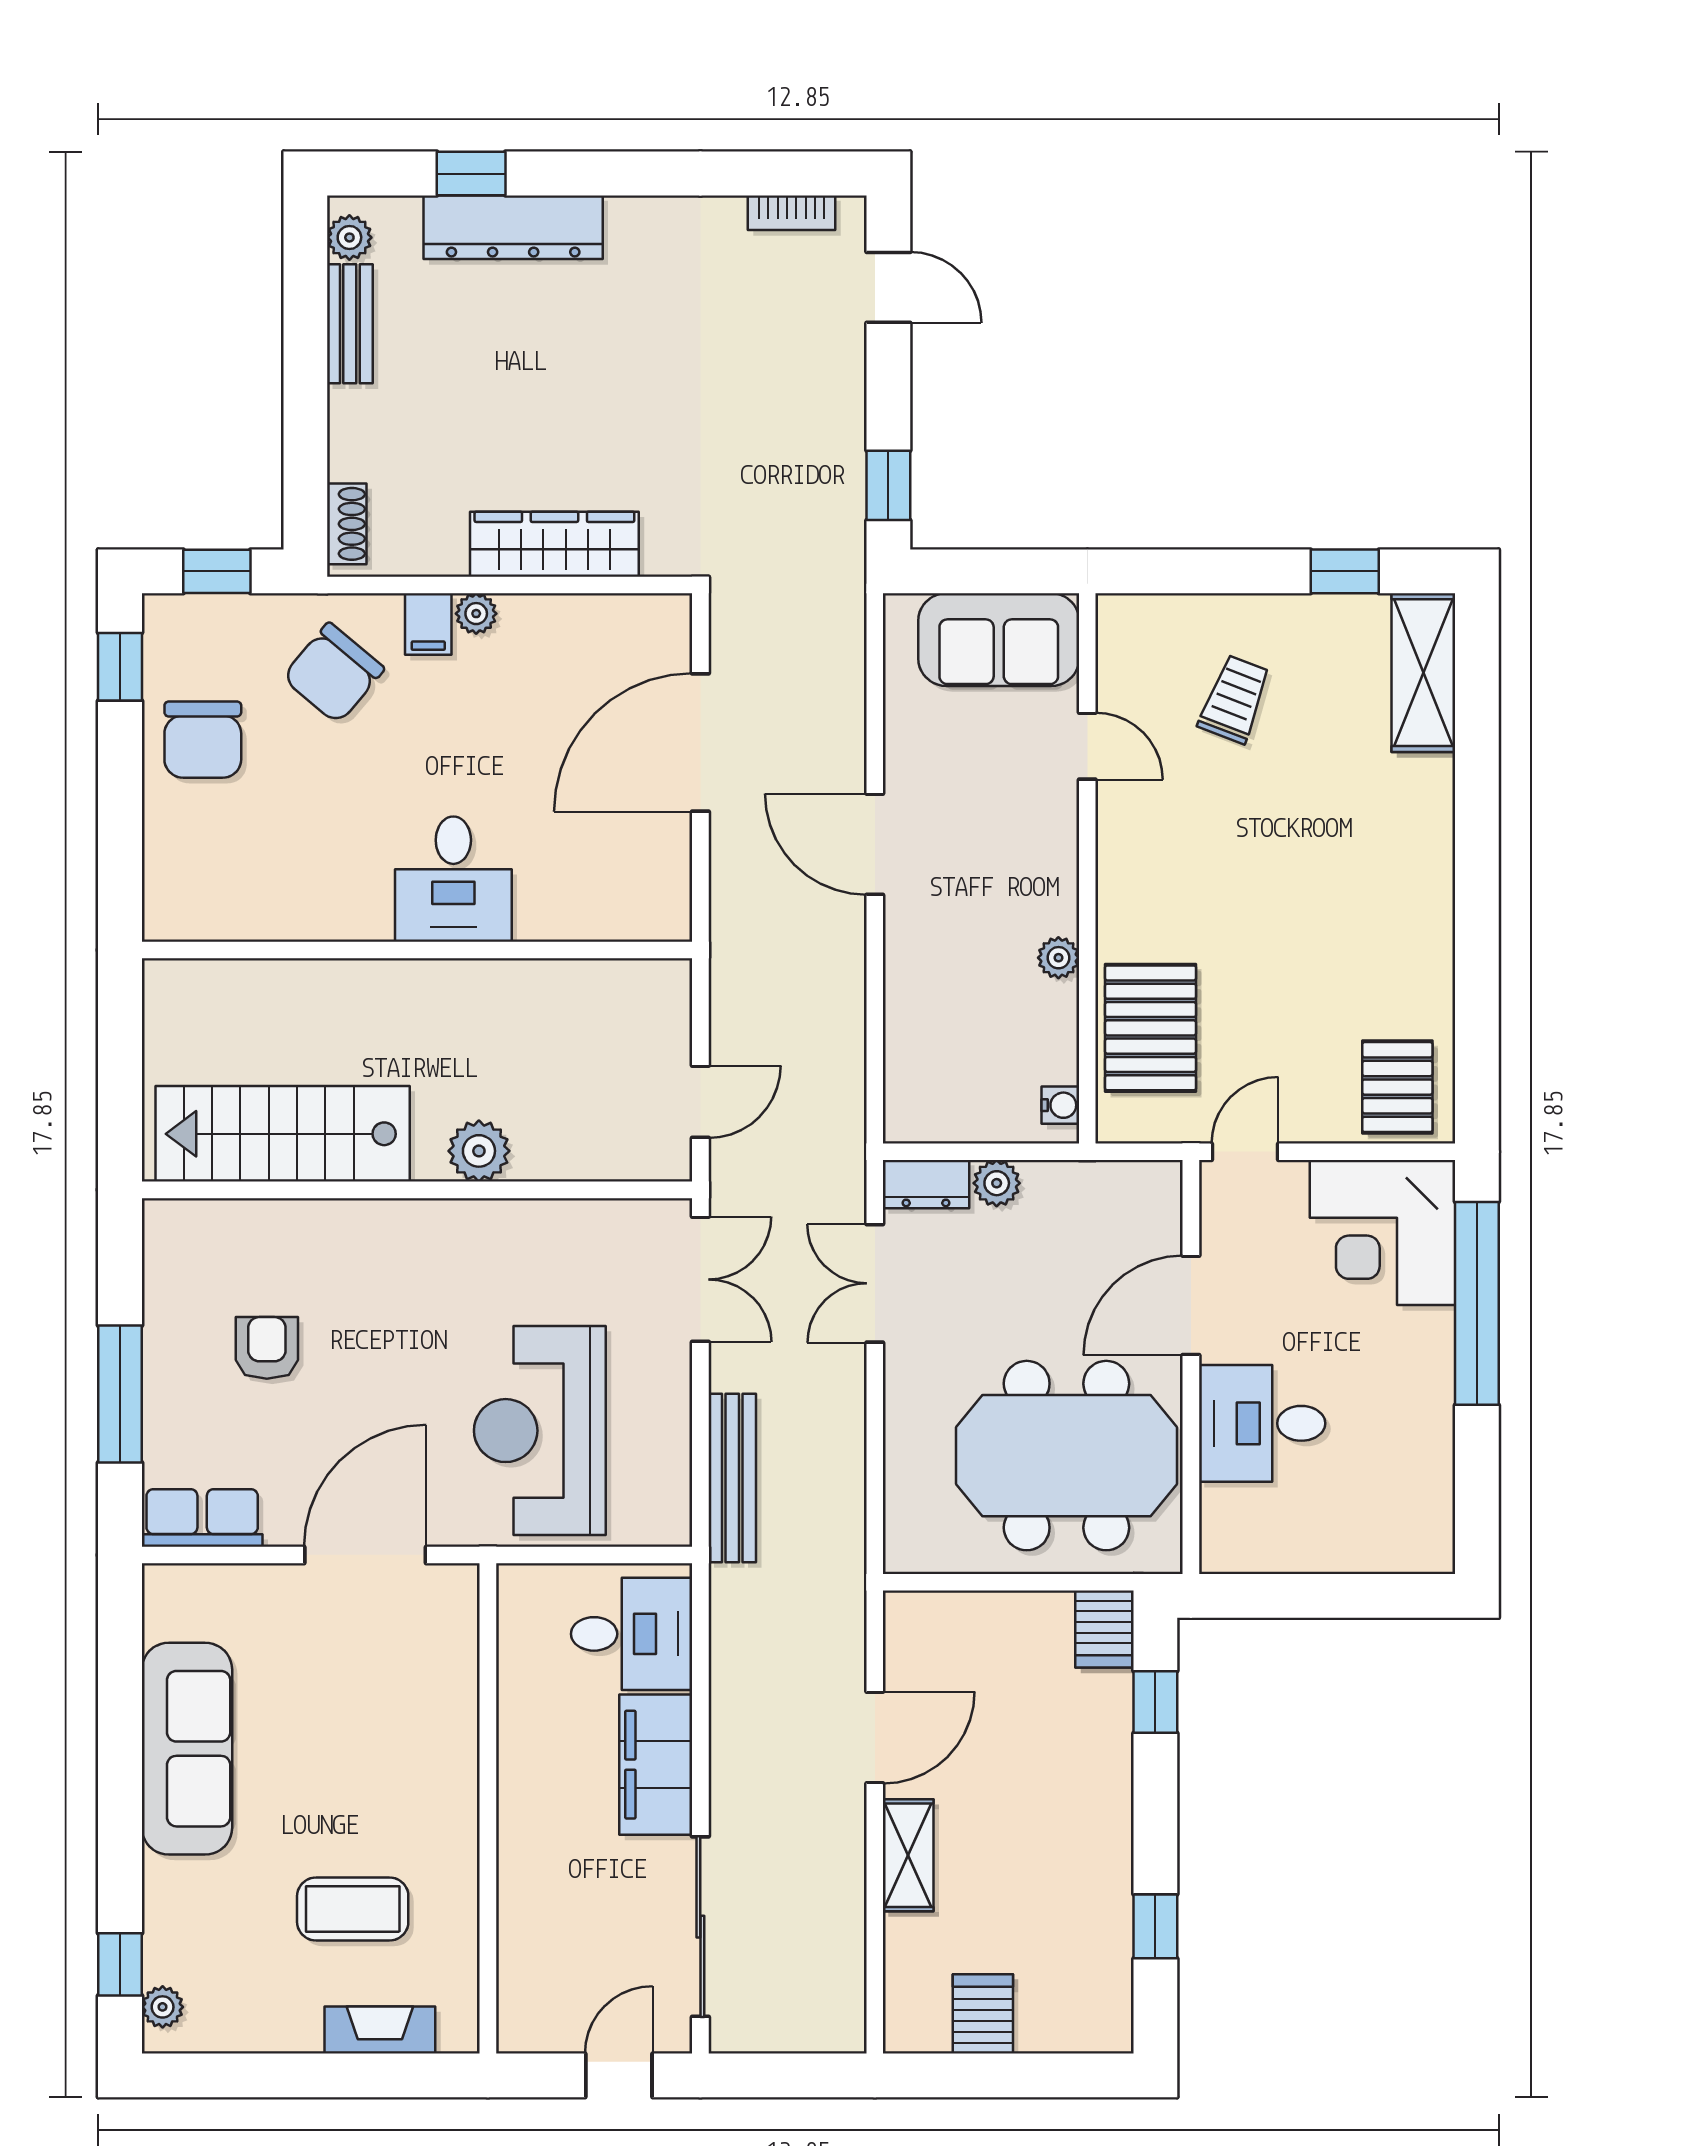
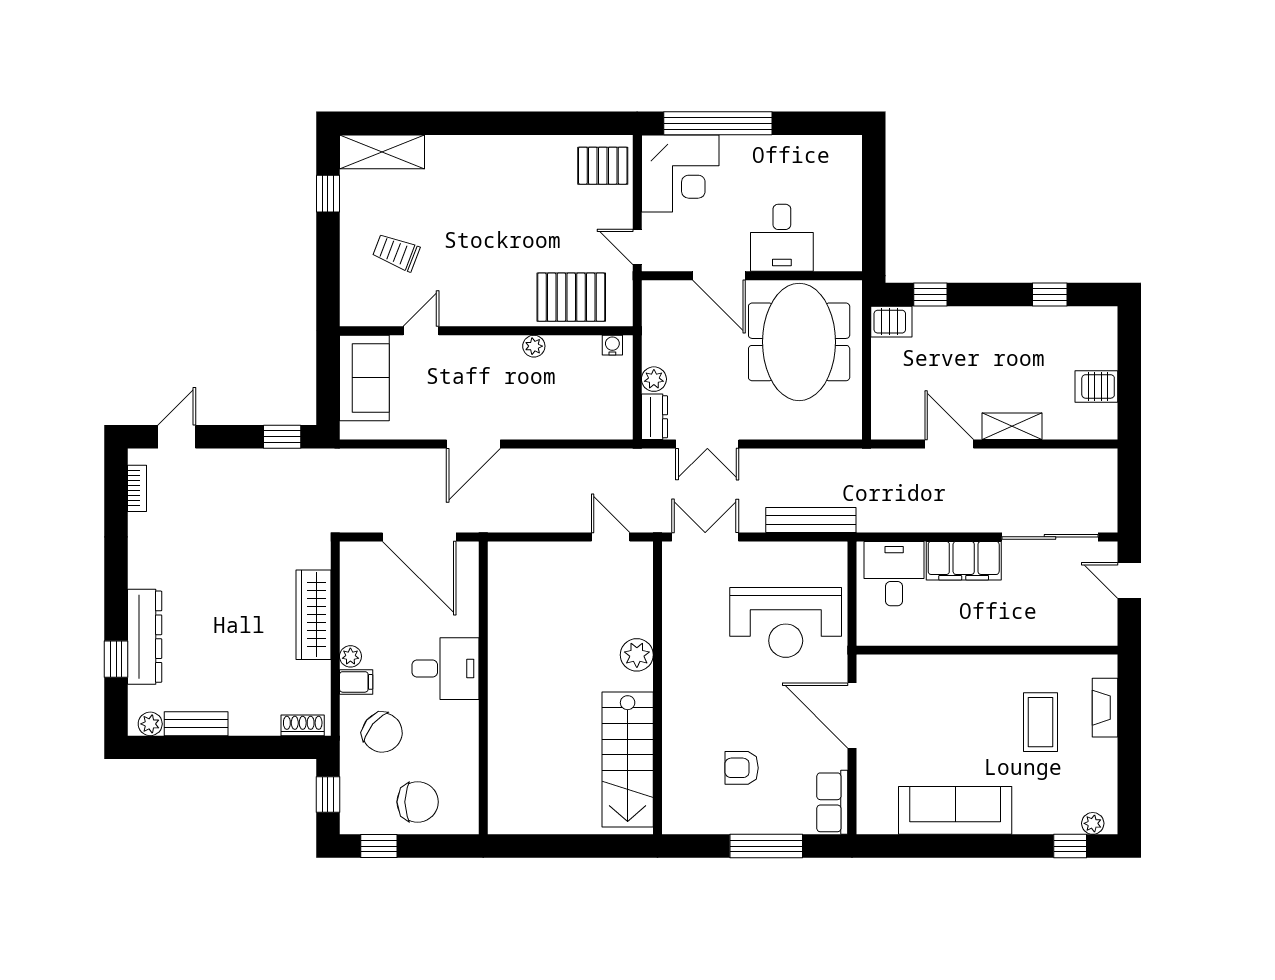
desk: (453, 879) -> (446, 669), moved
wall: (417, 950) -> (483, 688), moved

